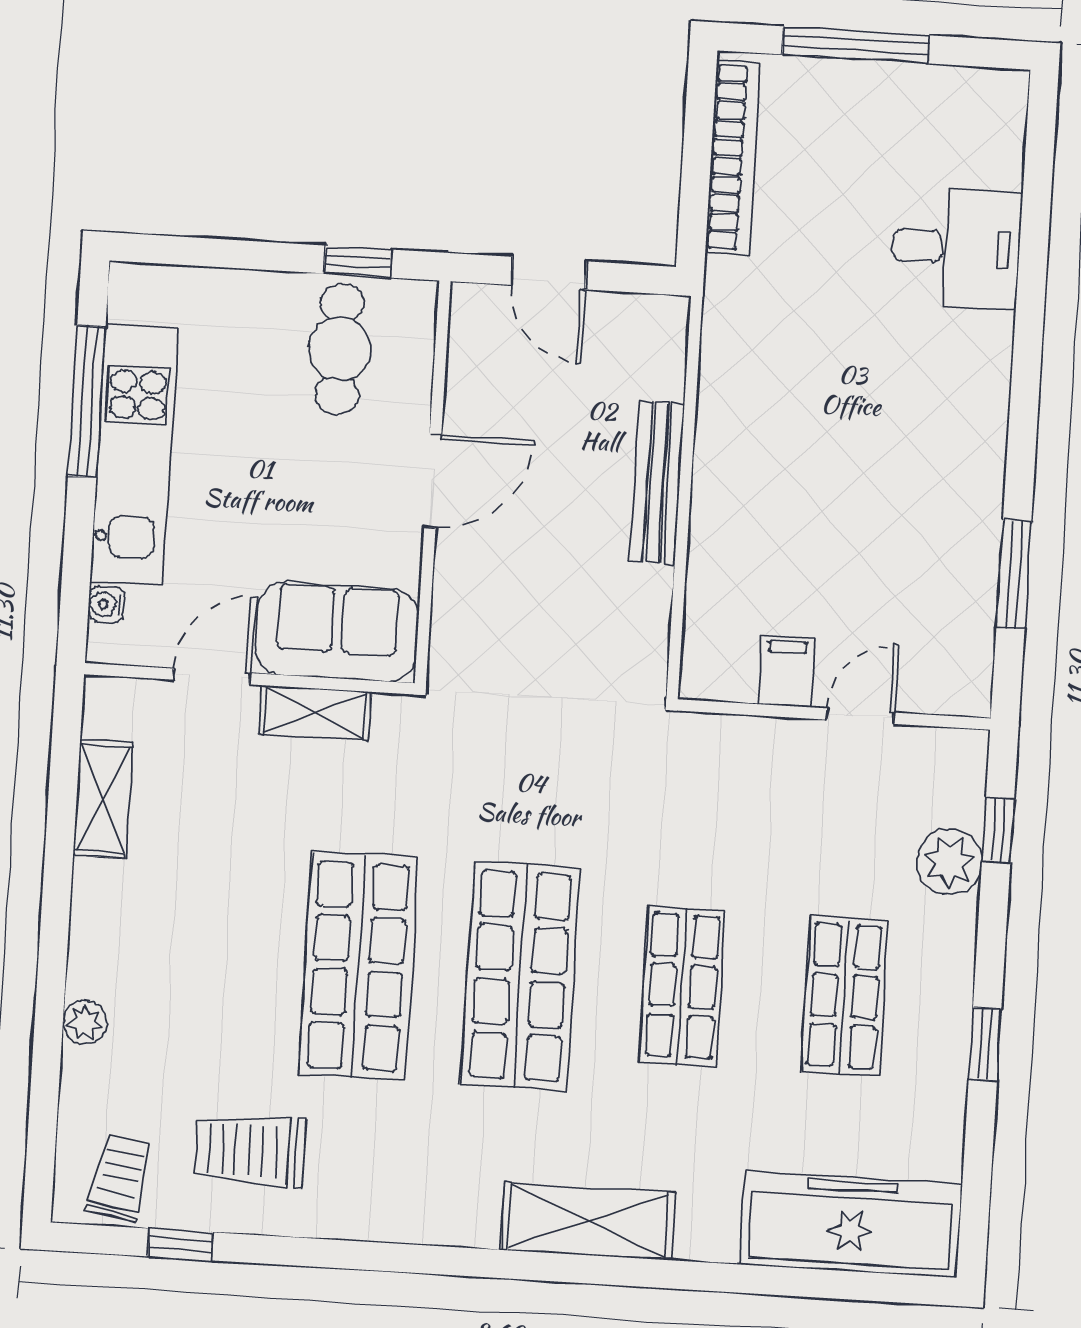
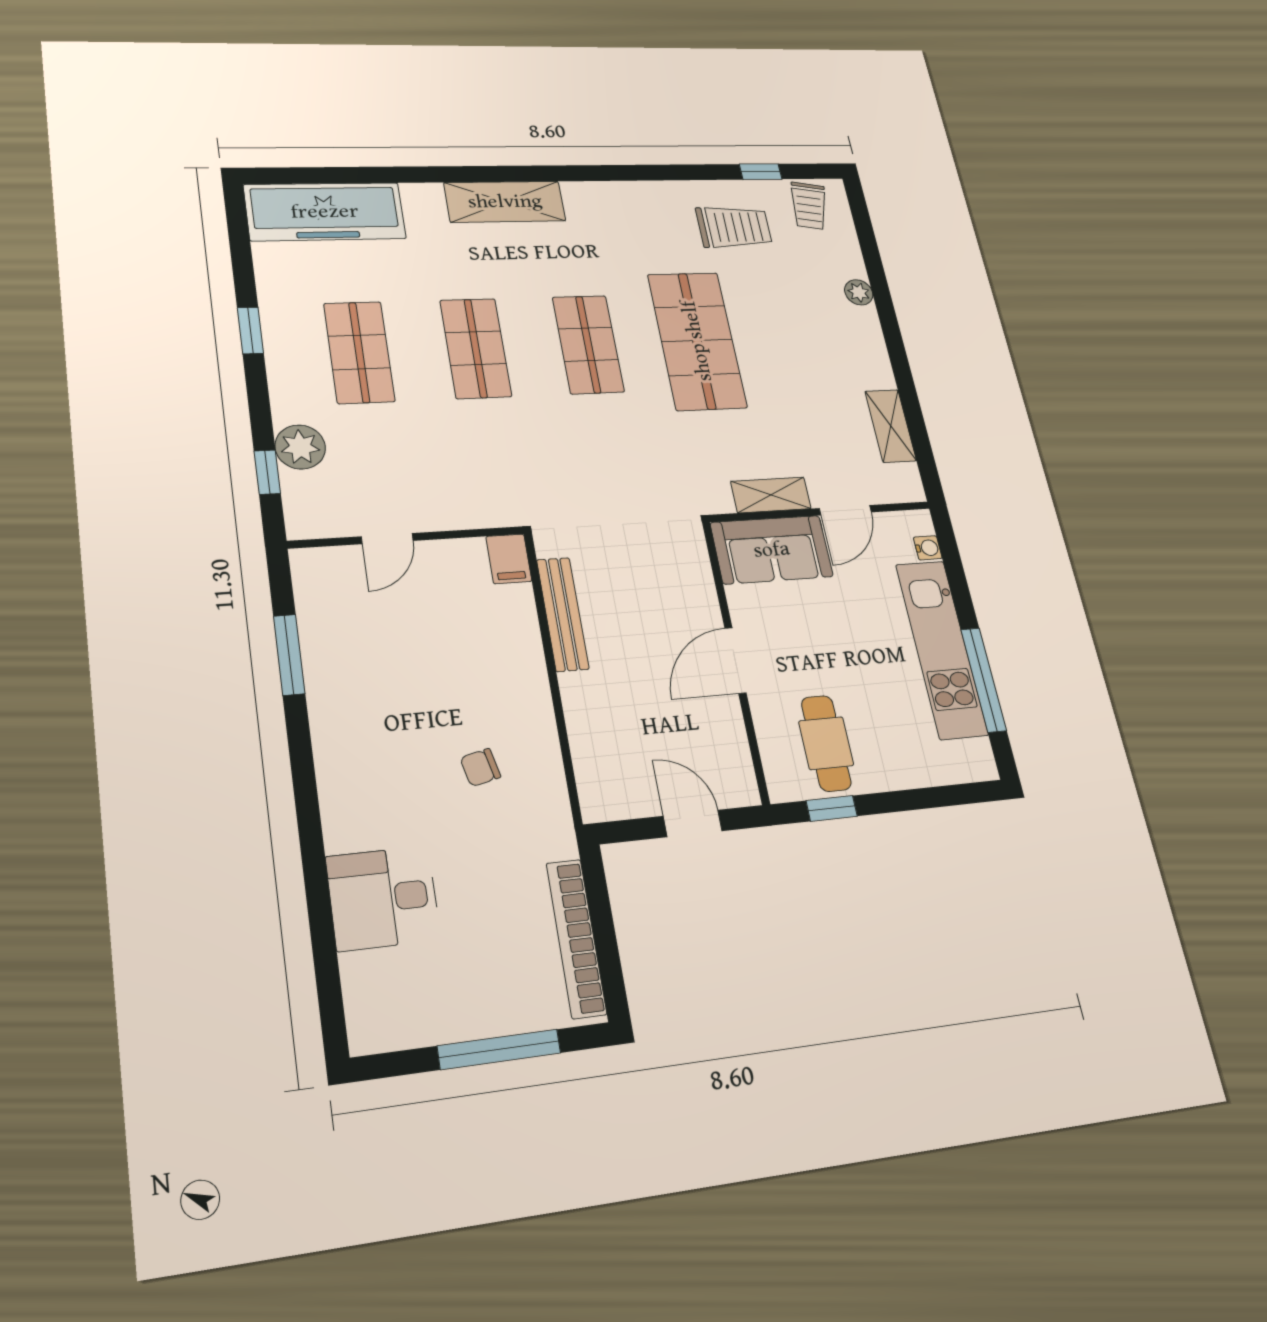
chair: (804, 390) -> (480, 767), added
bench: (657, 483) -> (563, 614), moved
filing cabinet: (786, 671) -> (509, 559), moved
shop shelf: (520, 976) -> (588, 344), width x0.70, depth x0.74

